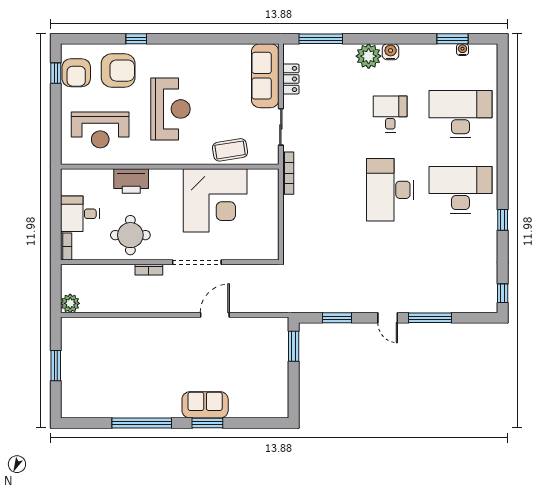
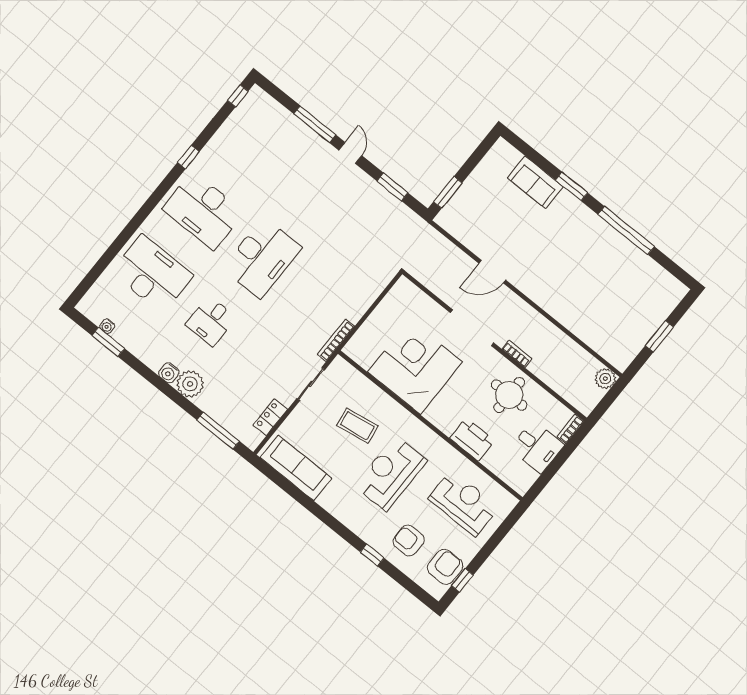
armchair: (118, 71) -> (409, 541), width x0.73, depth x0.73
sofa: (265, 76) -> (296, 468), moved, turned -90
desk: (460, 114) -> (152, 274), turned 180
coffee table: (230, 150) -> (357, 426), moved
sofa: (205, 405) -> (535, 182), moved

